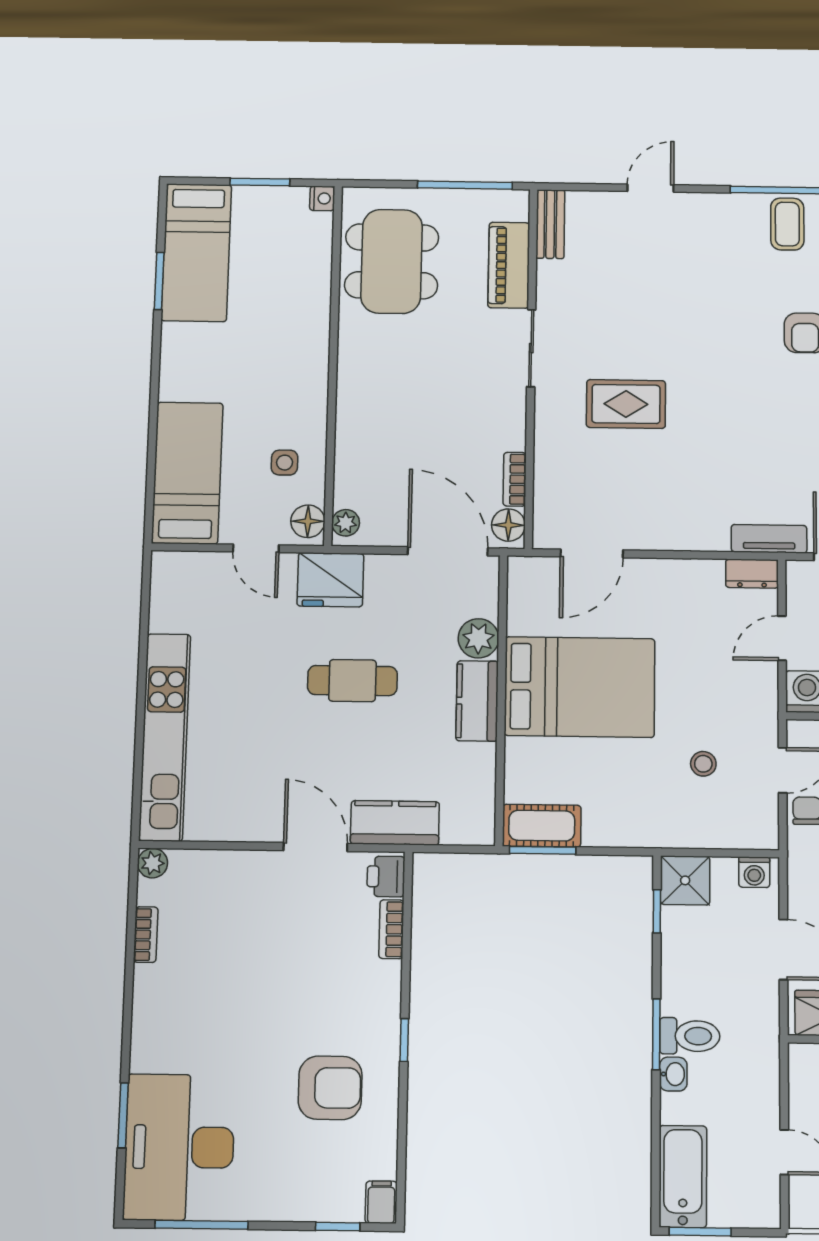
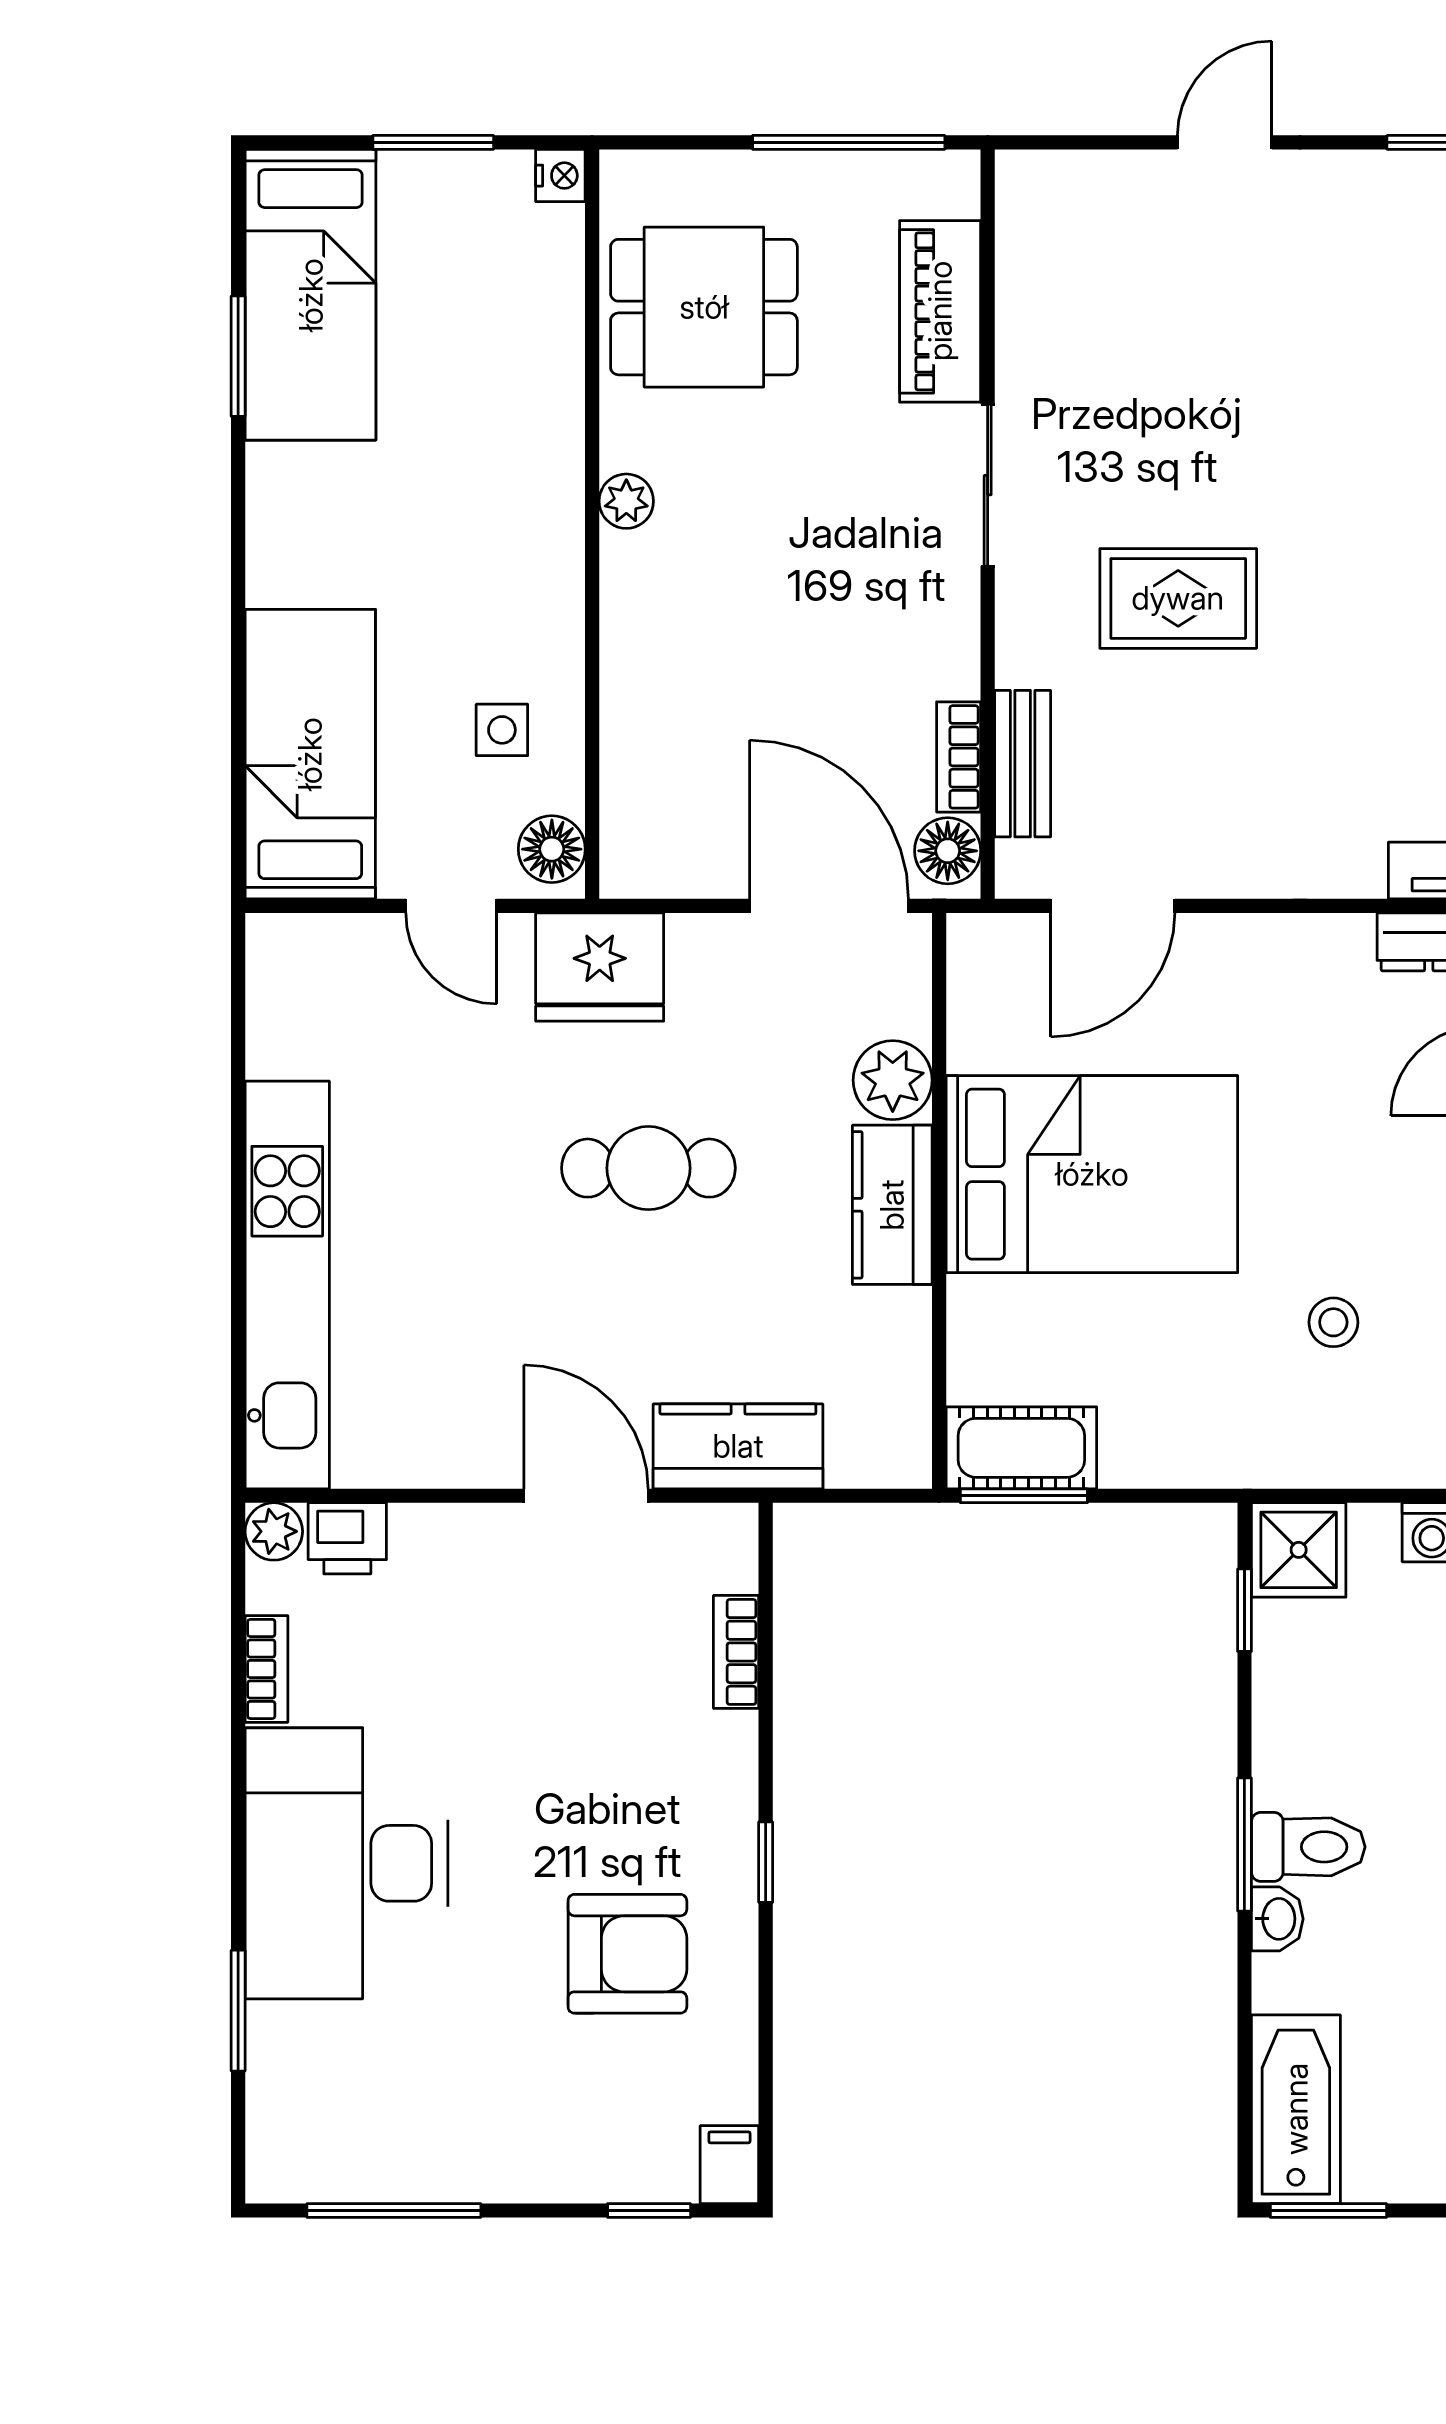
bench: (550, 224) -> (1023, 764), moved
dining table: (392, 261) -> (704, 307), width x0.73
plant: (346, 523) -> (626, 501), moved
printer: (386, 876) -> (347, 1538), moved, turned -90
desk: (179, 1147) -> (347, 1863), moved

